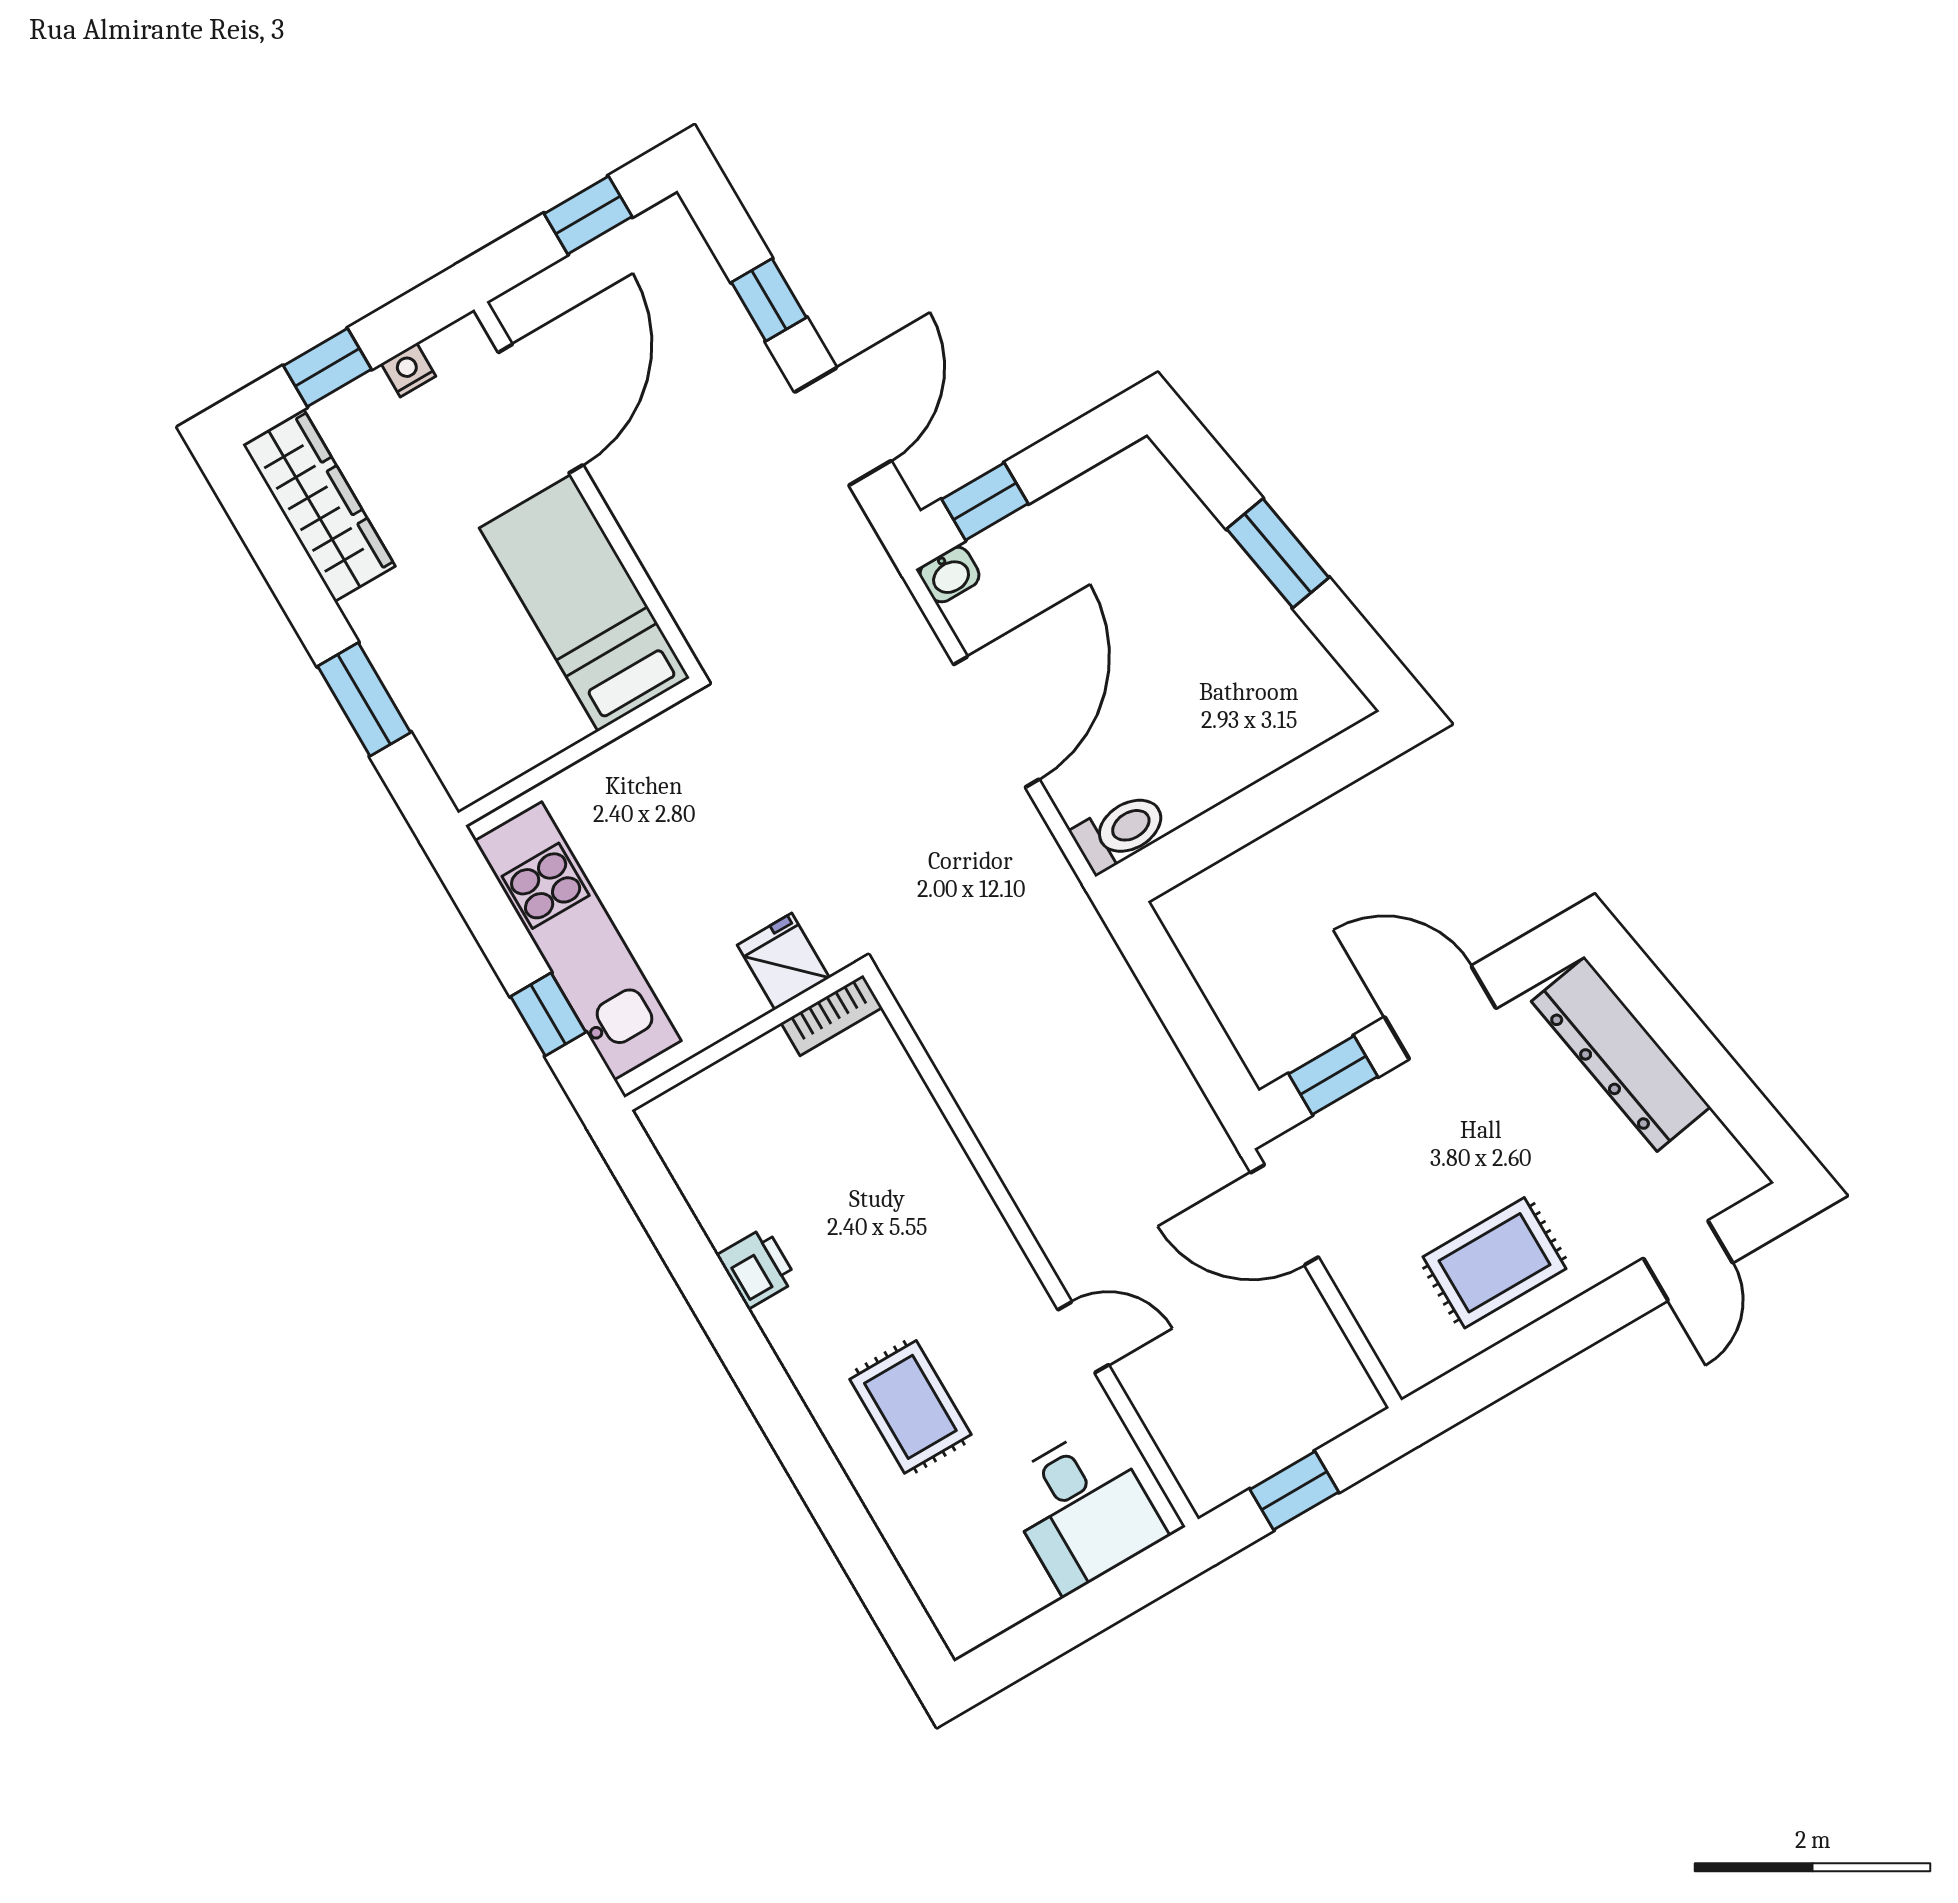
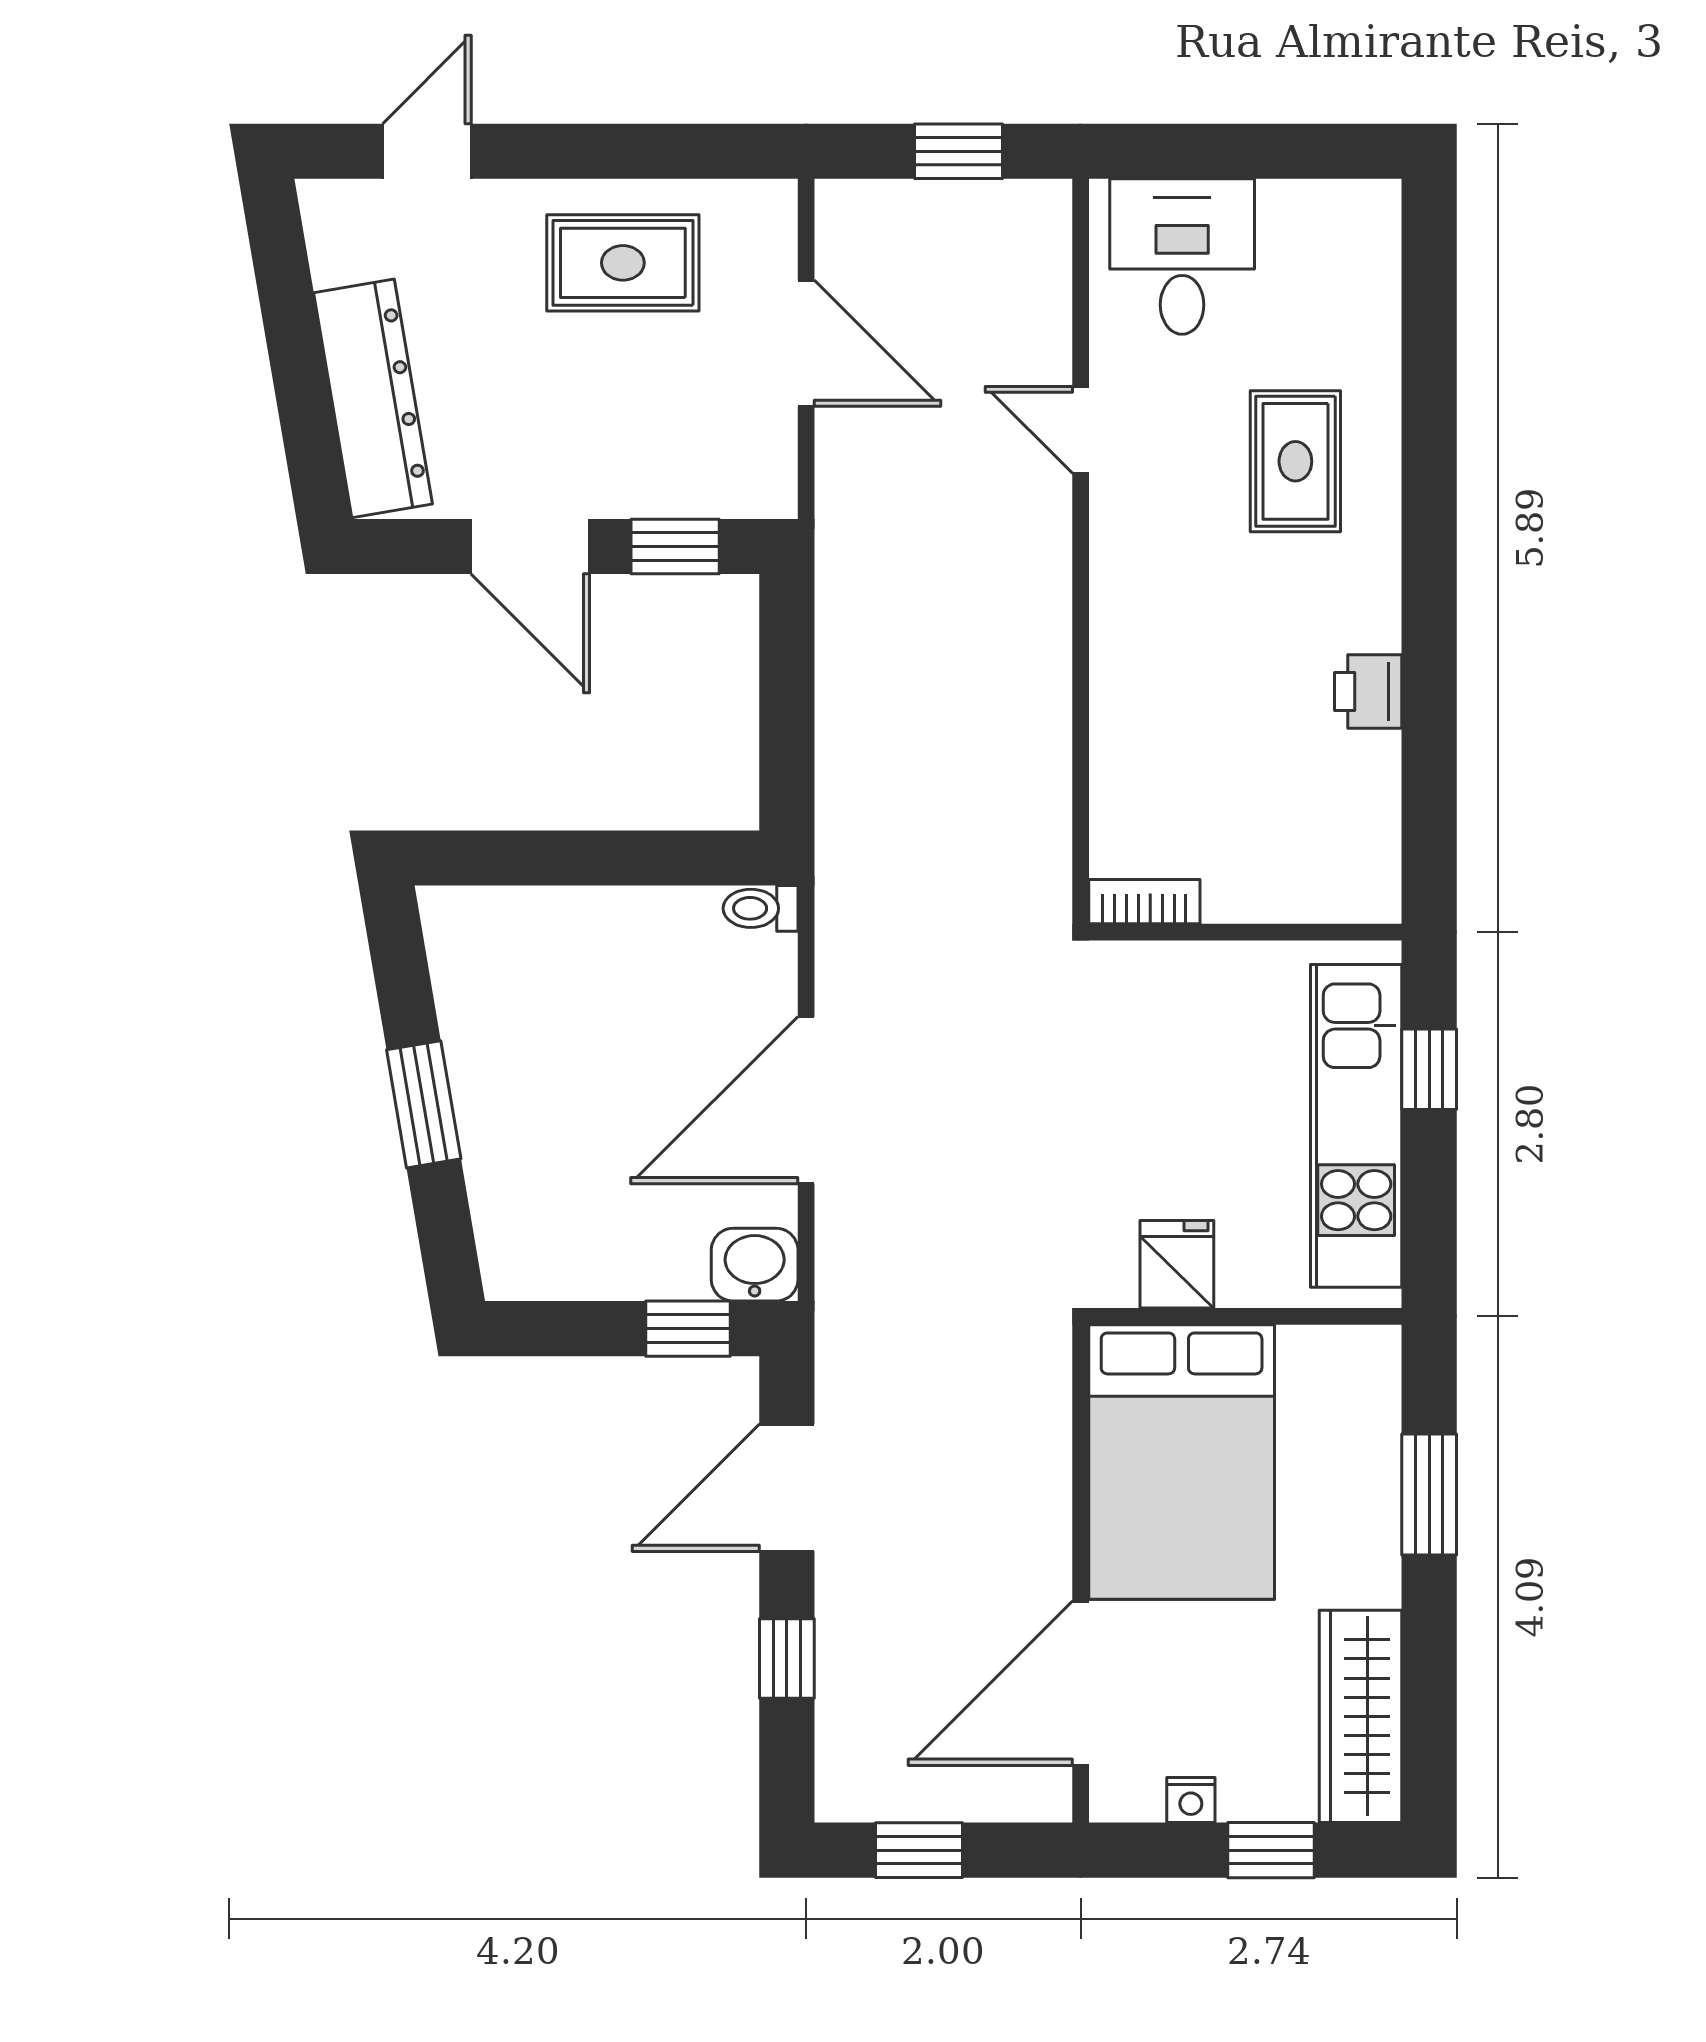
washbasin: (949, 574) -> (755, 1265), width x1.38, depth x1.45
bed: (584, 603) -> (1182, 1462), width x1.50
toilet: (1120, 832) -> (761, 908), width x0.73, depth x0.72
fridge: (783, 961) -> (1177, 1264), moved, turned 180
door: (1284, 1215) -> (806, 343), moved

